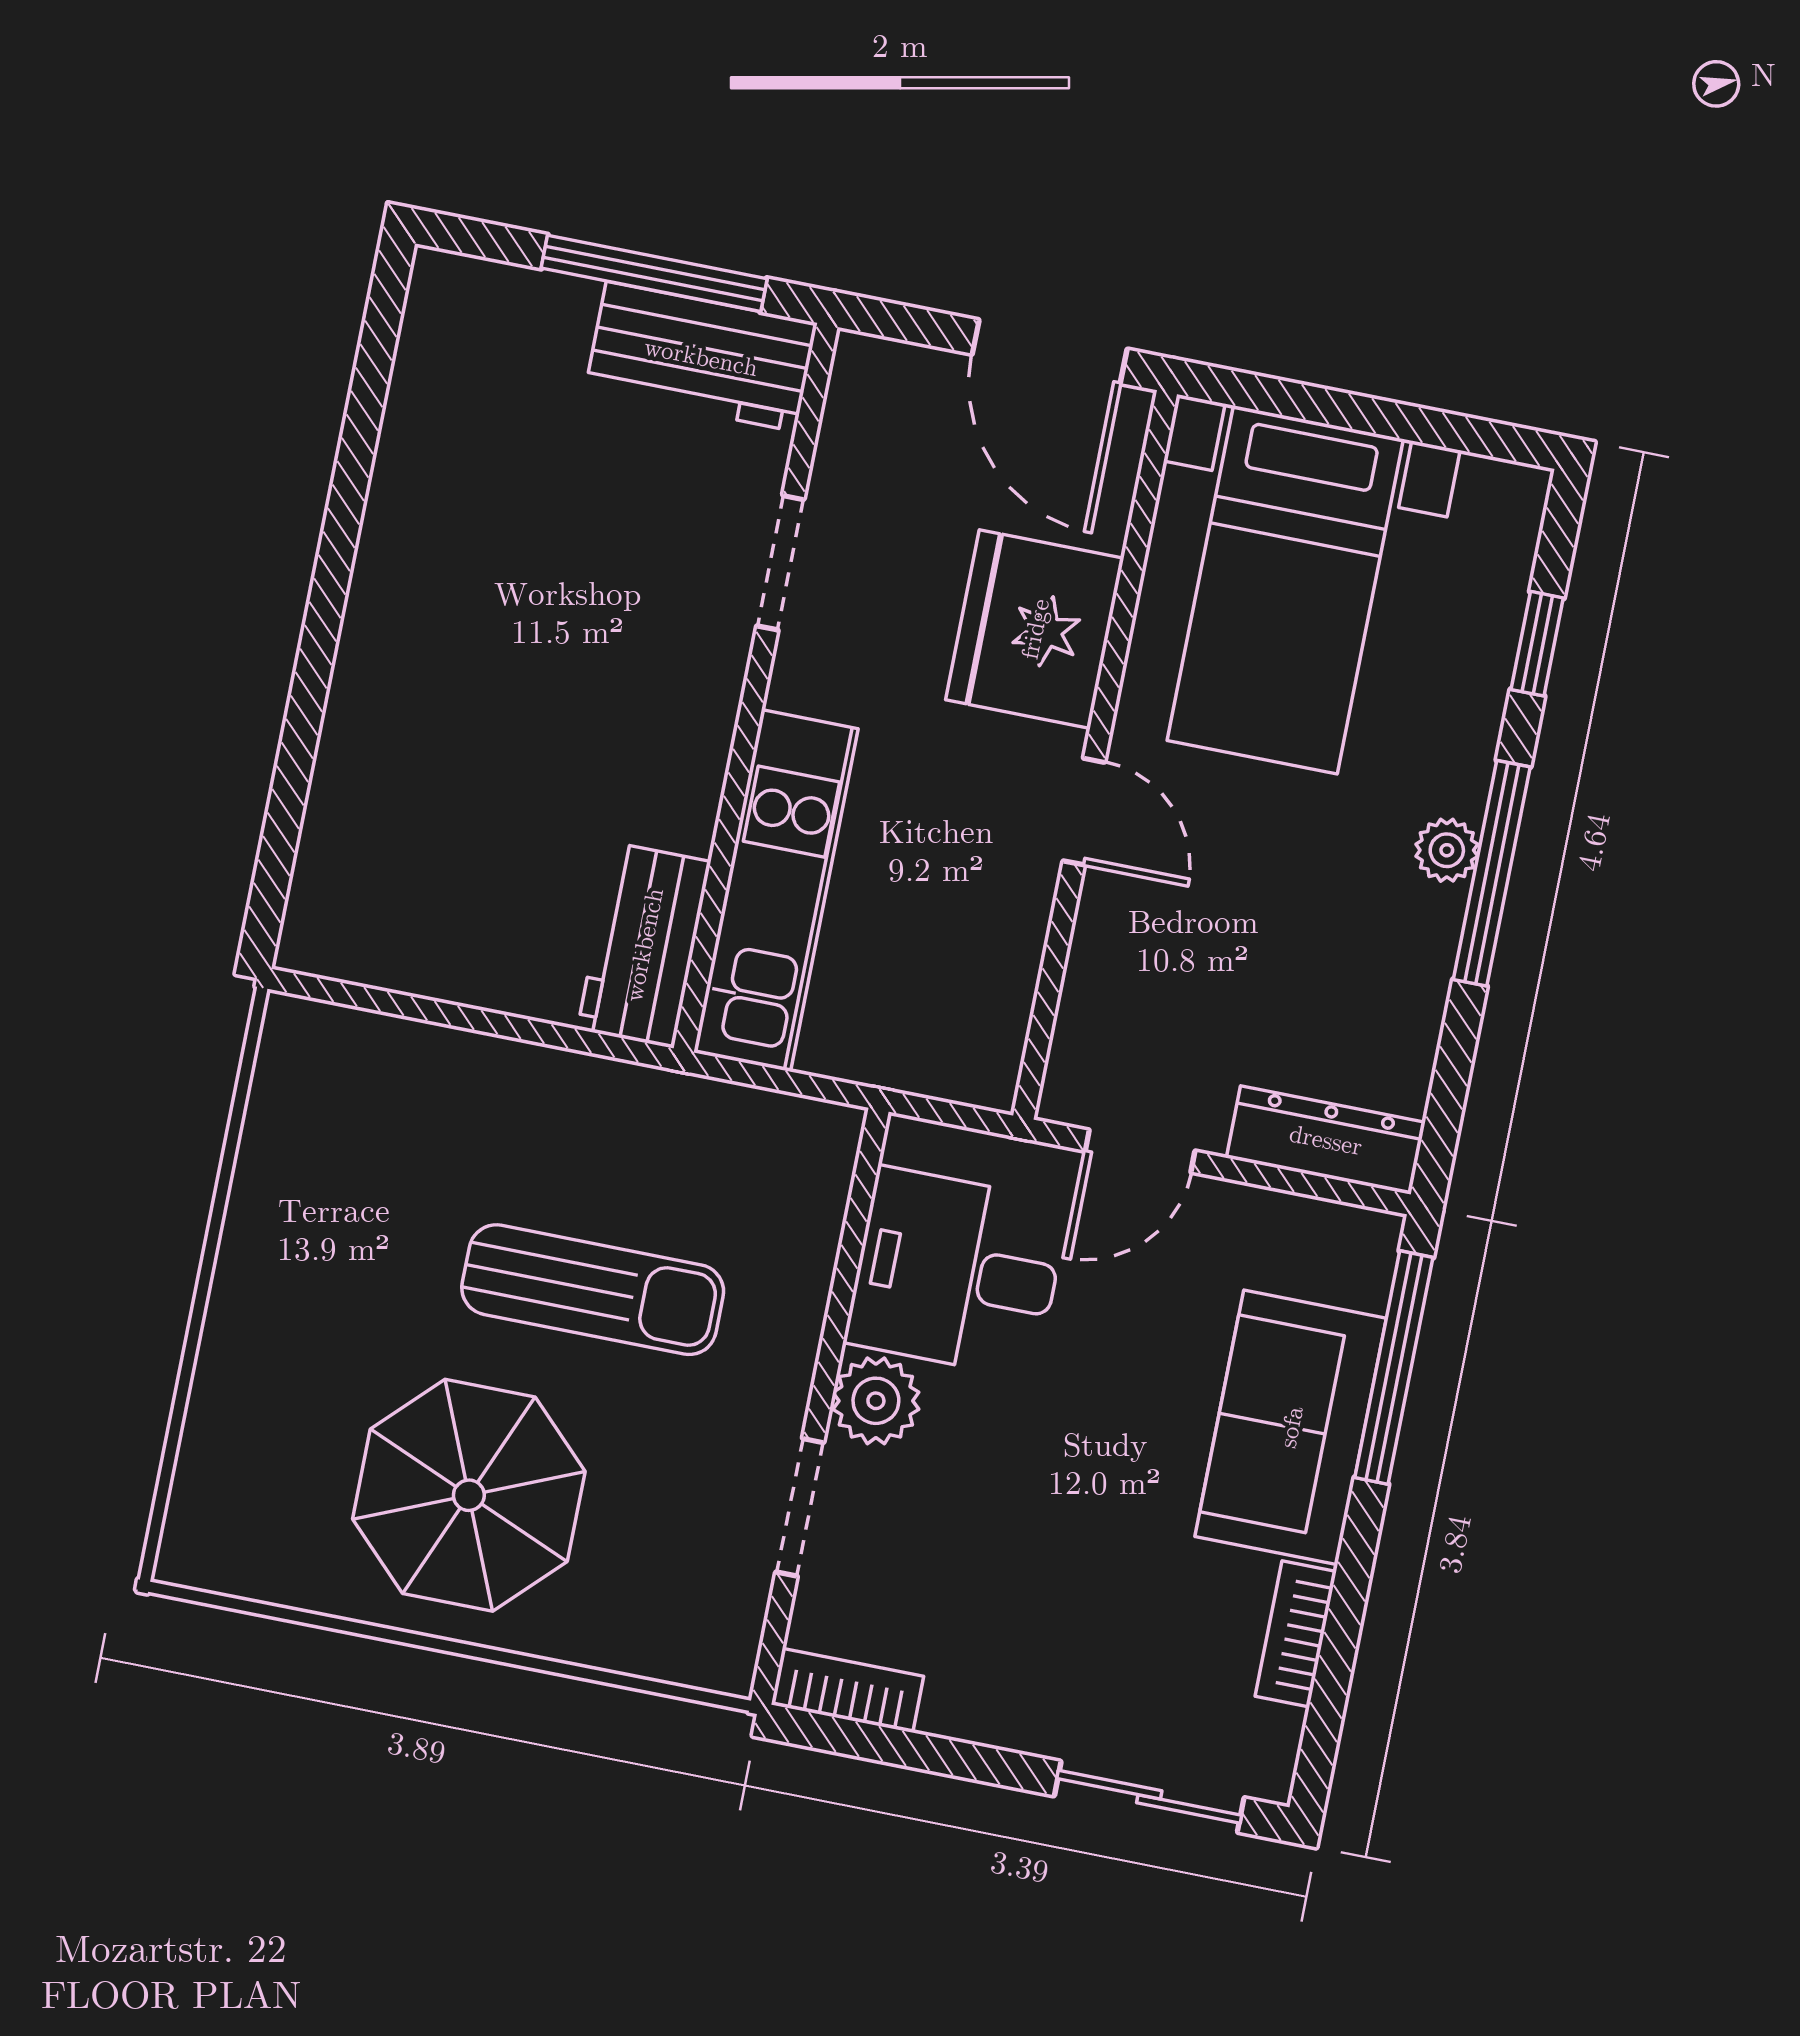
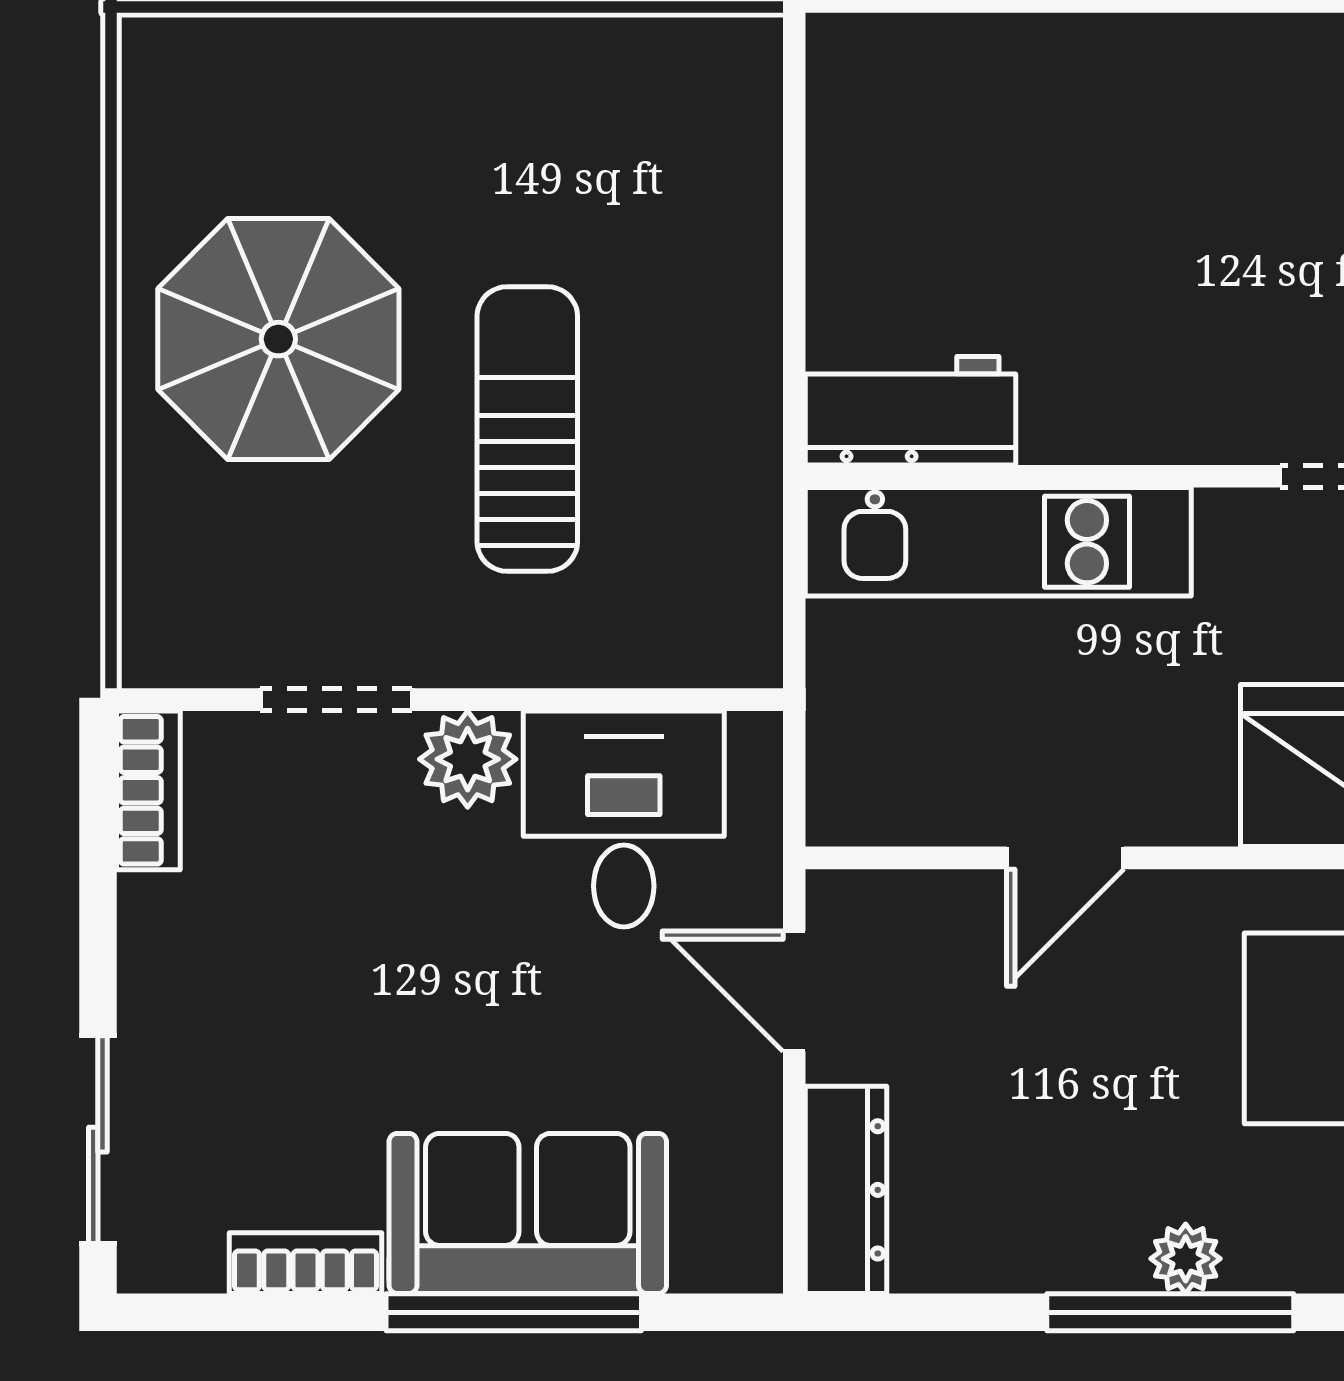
door: (1084, 812) -> (1065, 858), moved
sun lounger: (593, 1290) -> (527, 429), turned 180
window: (1394, 1368) -> (514, 1312), moved

